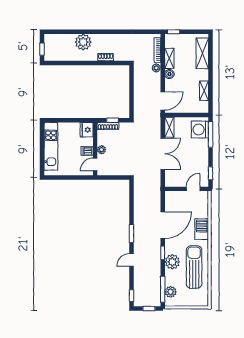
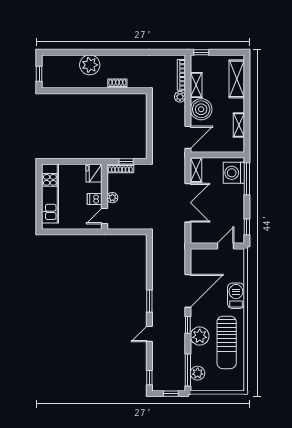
boiler: (169, 74) -> (201, 109), width x1.86, depth x1.86
sun lounger: (194, 267) -> (227, 342), turned 180

